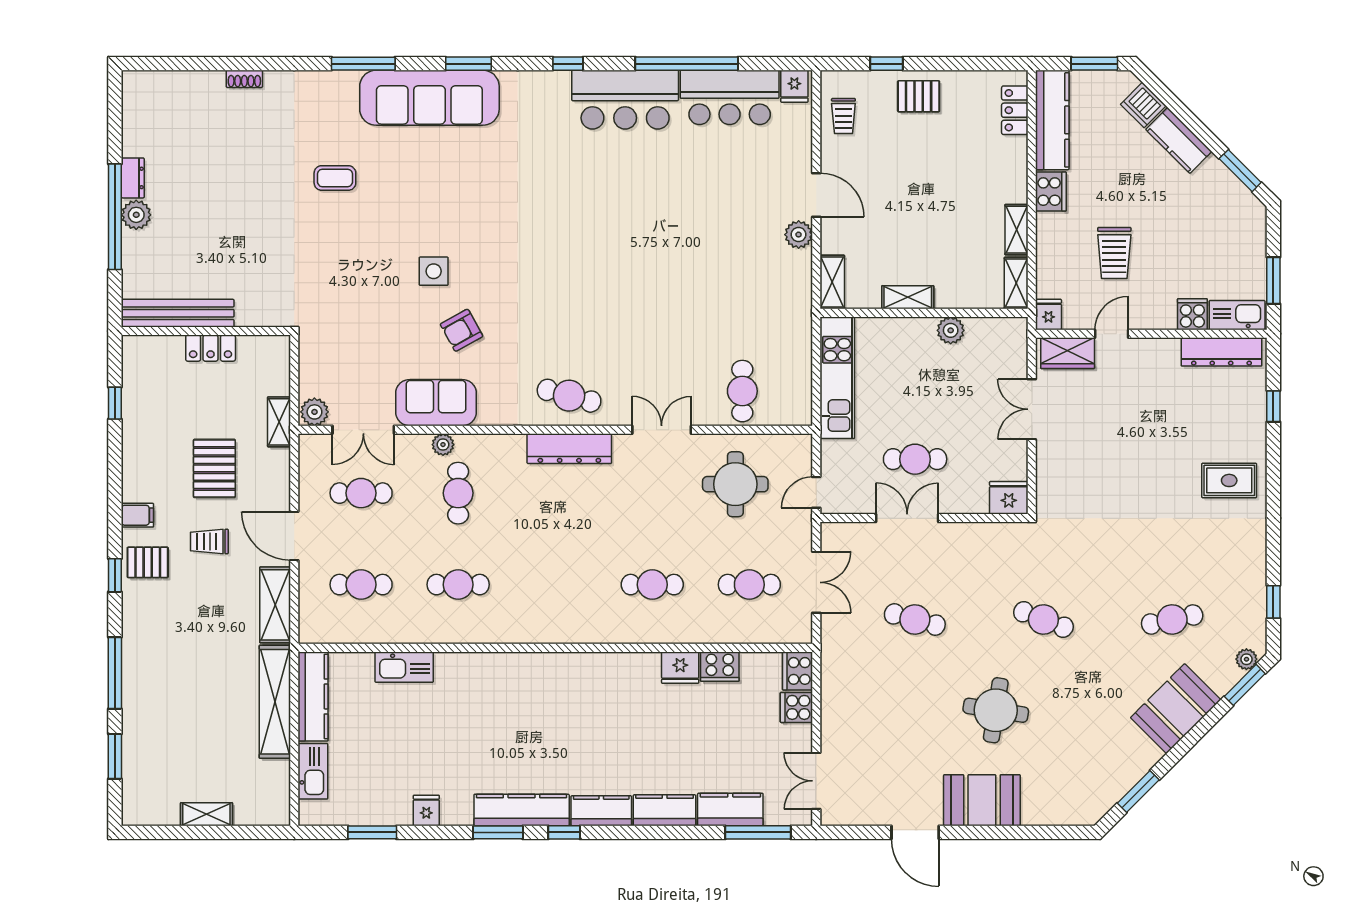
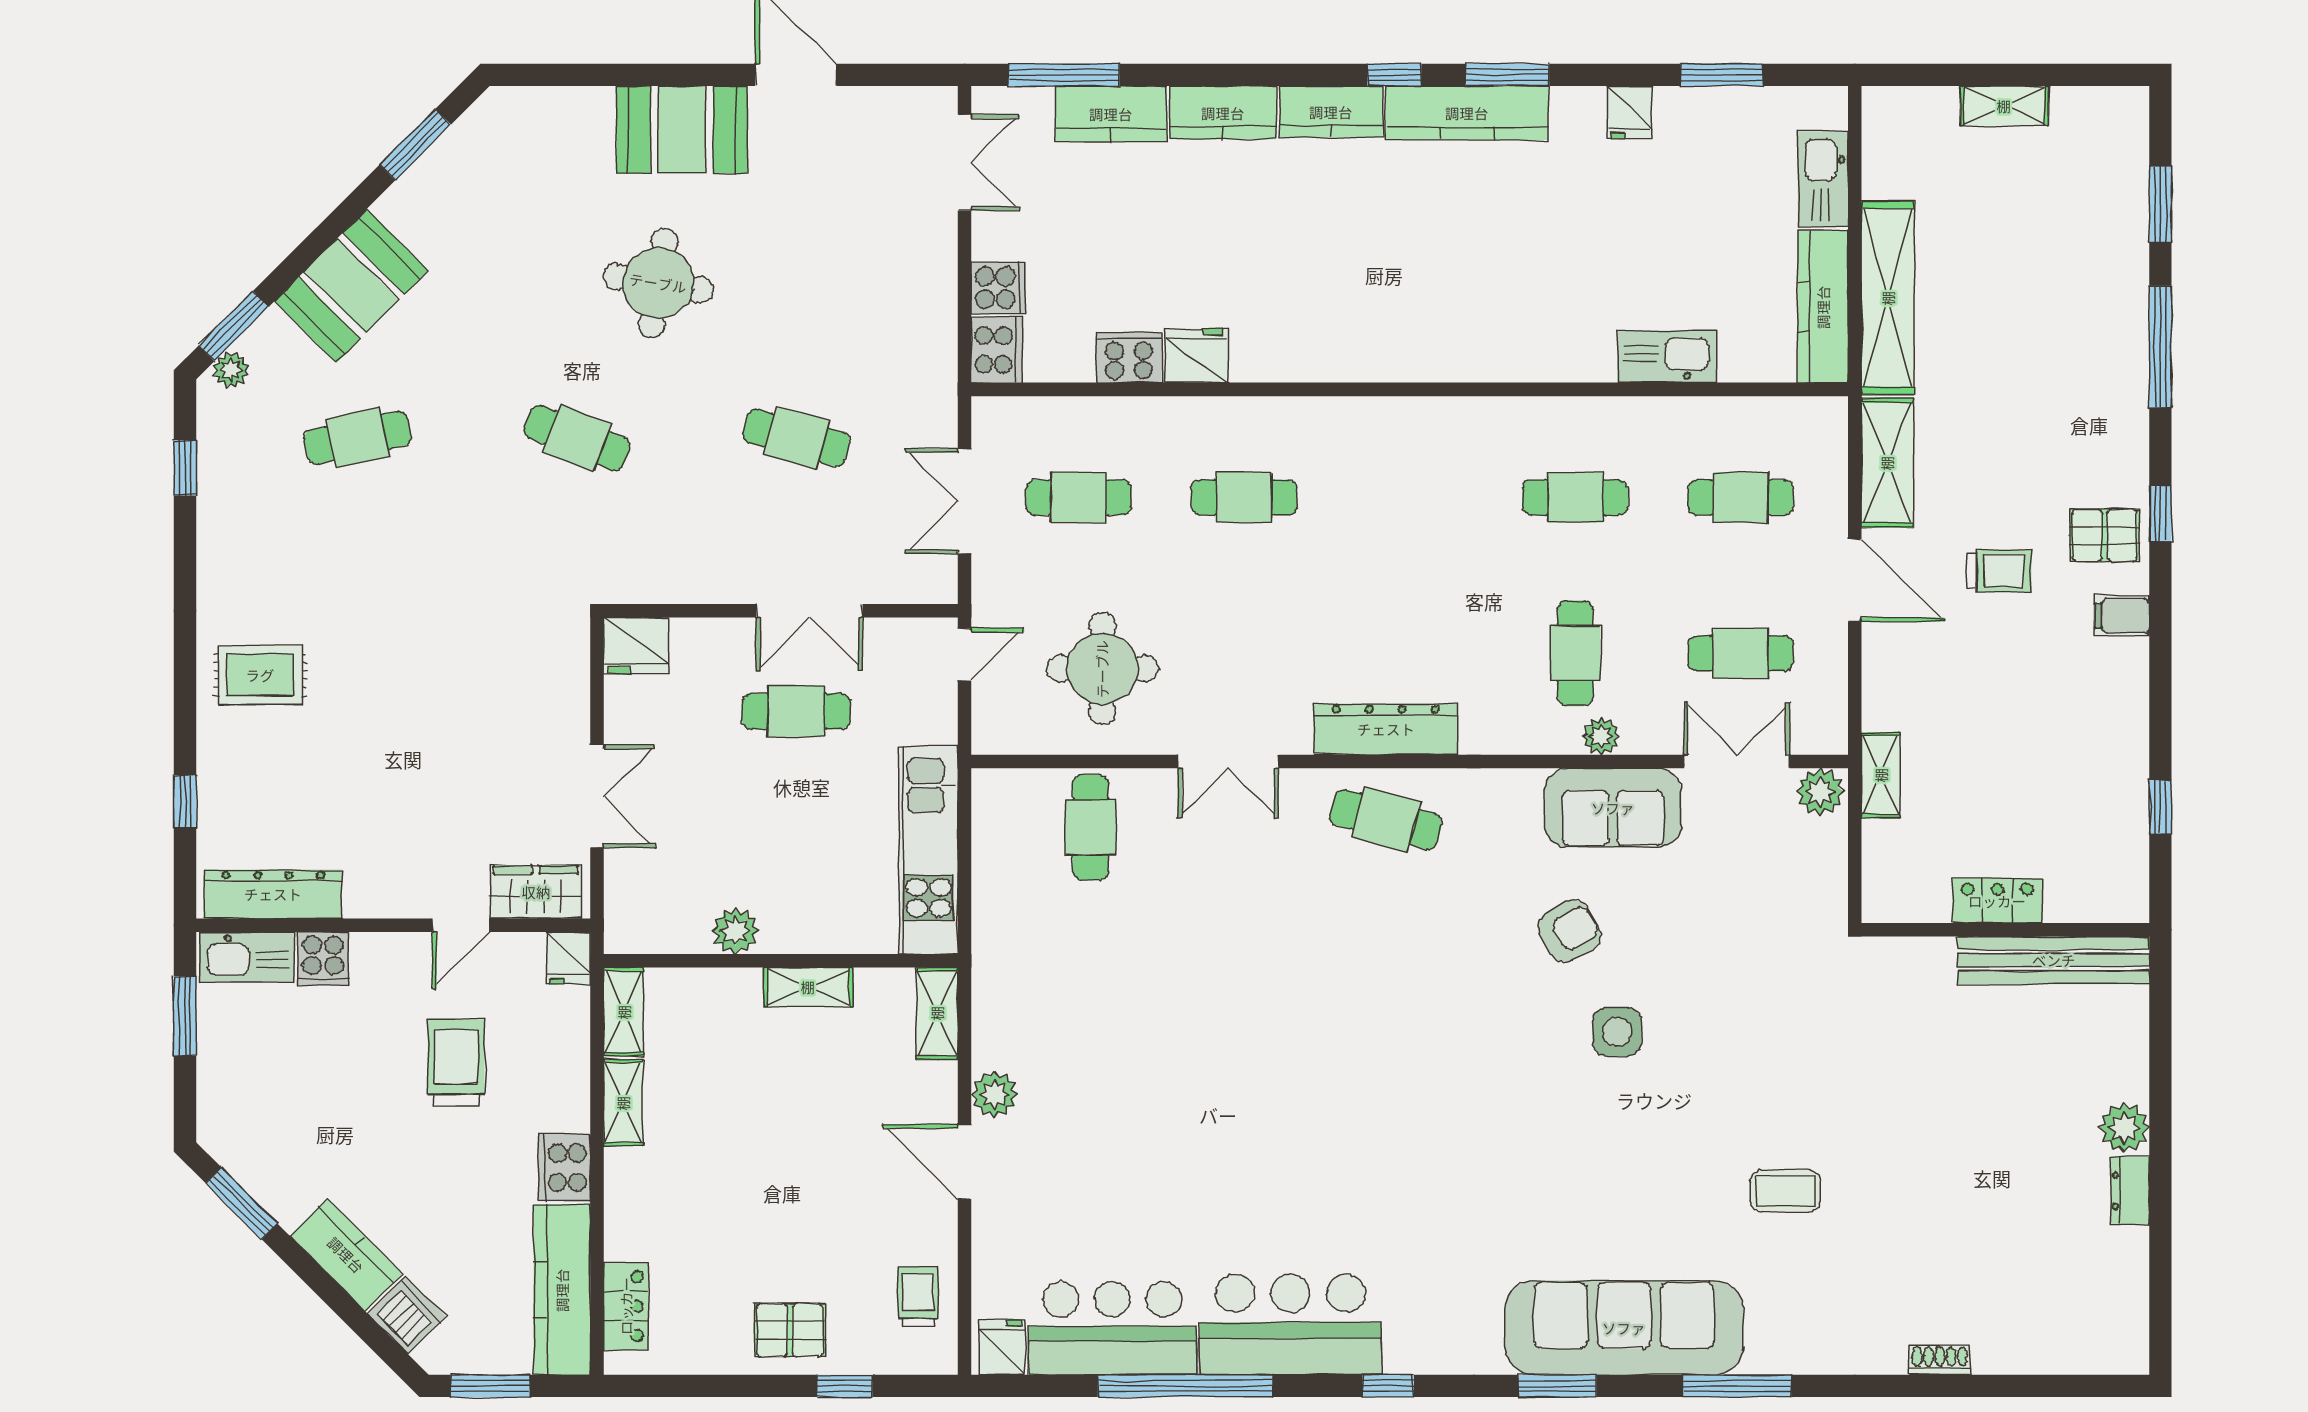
window: (115, 217) -> (2160, 1125), removed
pallet: (214, 468) -> (1991, 695), removed

